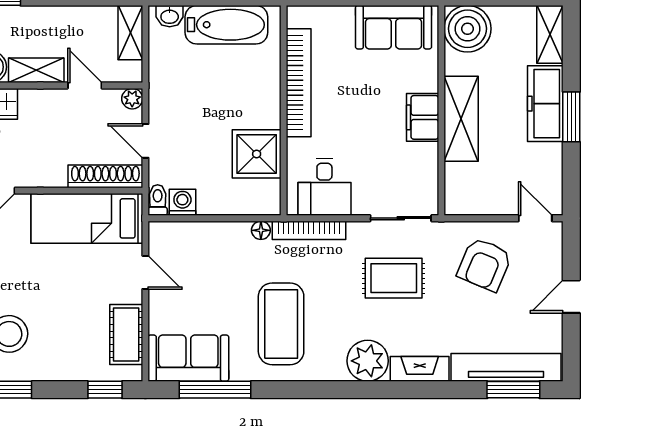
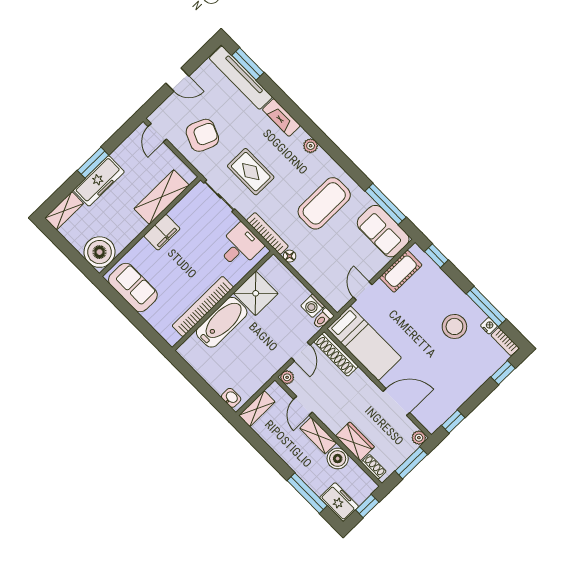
bathtub: (226, 25) -> (222, 322), moved, turned 90
shelving: (461, 119) -> (162, 197), moved
plant: (368, 361) -> (311, 146), width x0.53, depth x0.53

